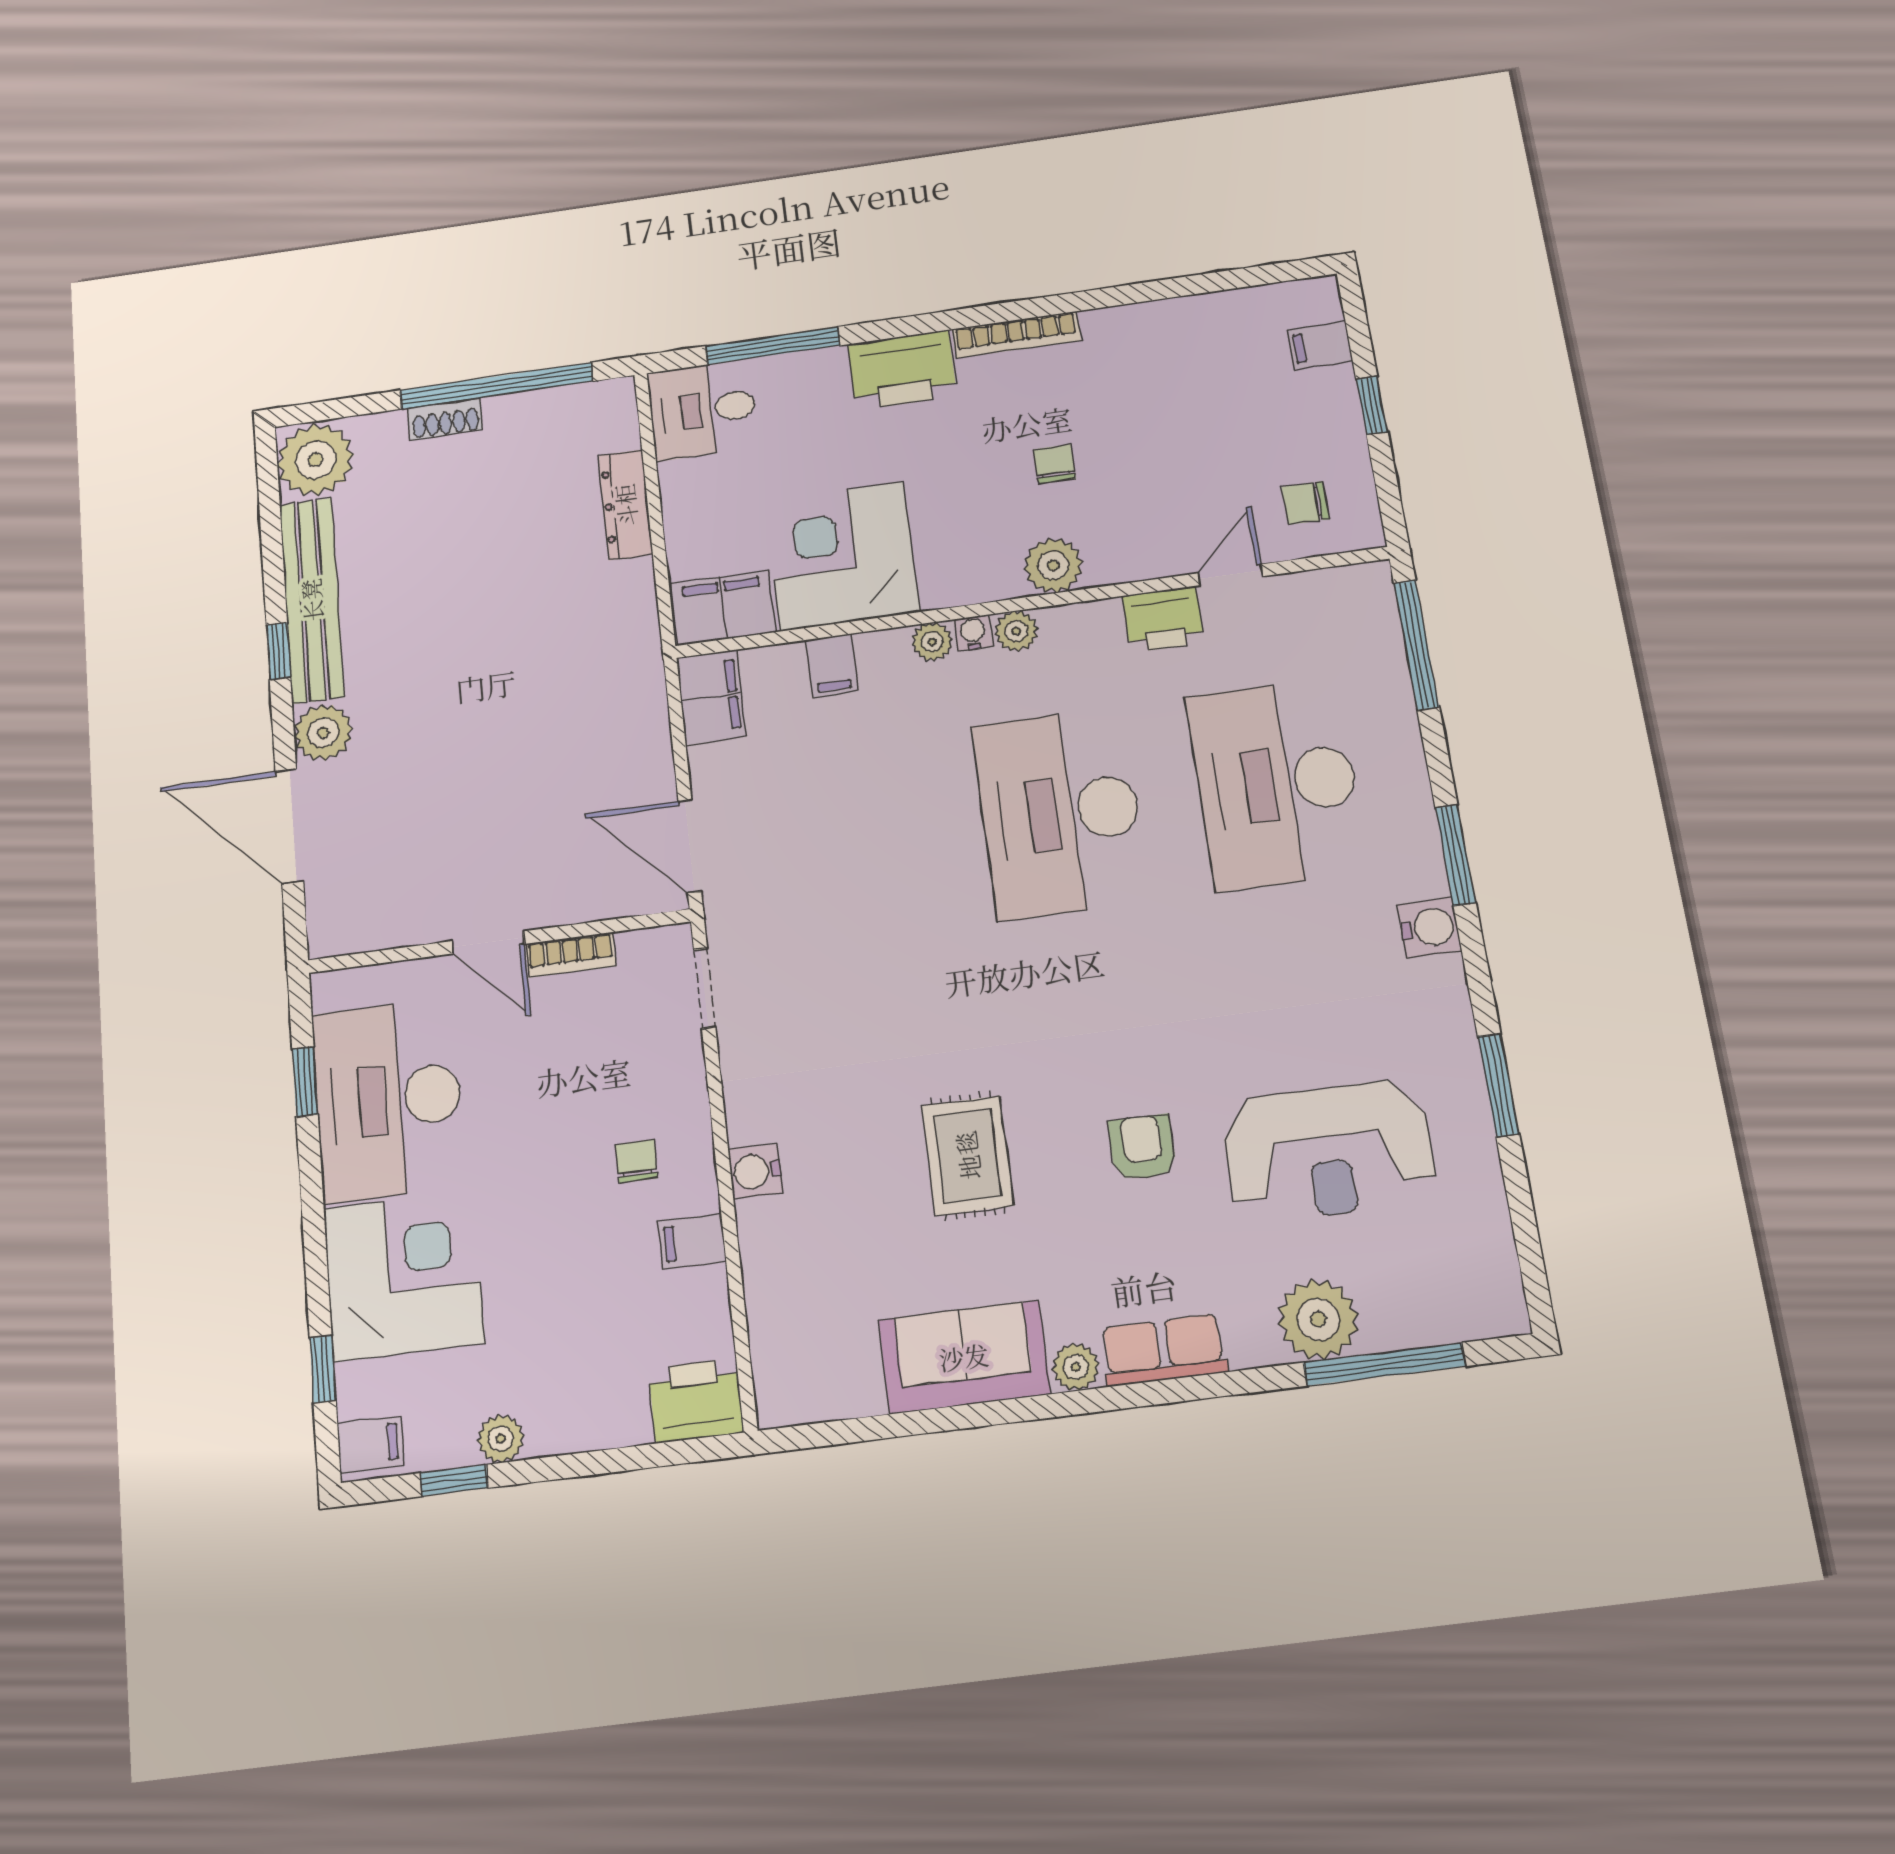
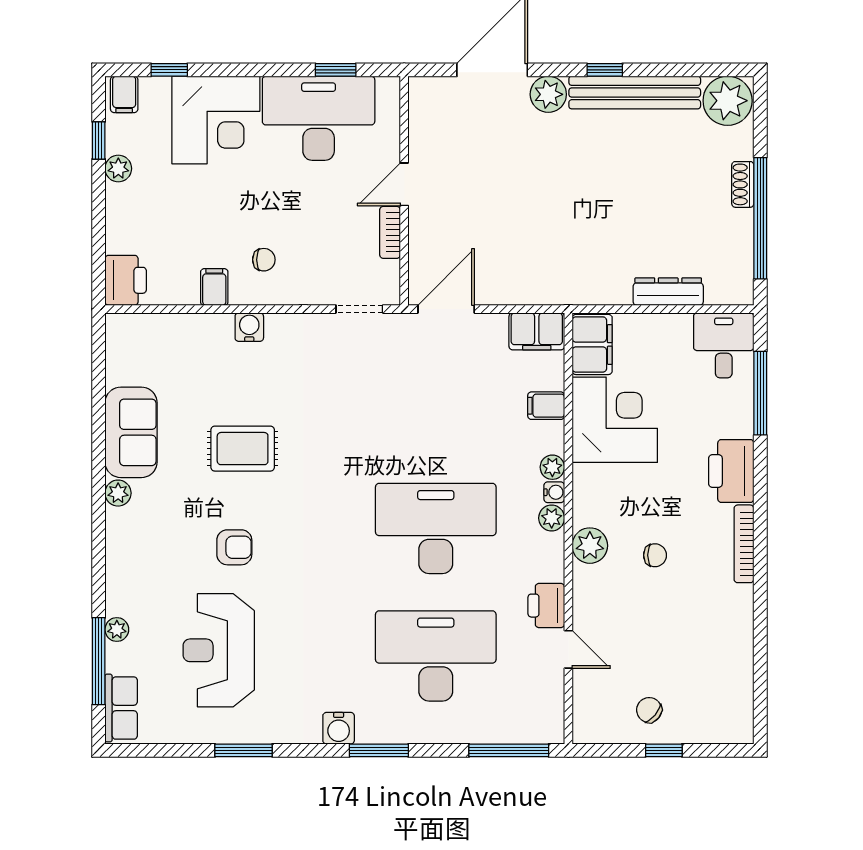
filing cabinet: (1320, 345) -> (708, 726), removed
chair: (1306, 503) -> (649, 710), moved, turned -50
plant: (1318, 1319) -> (117, 630), width x0.53, depth x0.53
row of seats: (1164, 1350) -> (121, 708), moved

